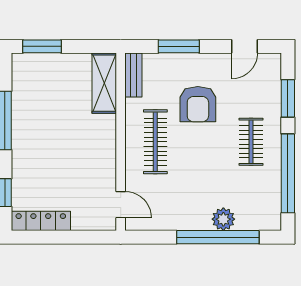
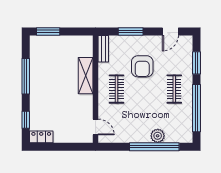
shelving: (104, 83) -> (86, 76), moved
clothes rail: (155, 142) -> (117, 89), width x0.73
locker: (41, 221) -> (41, 137), width x0.66

